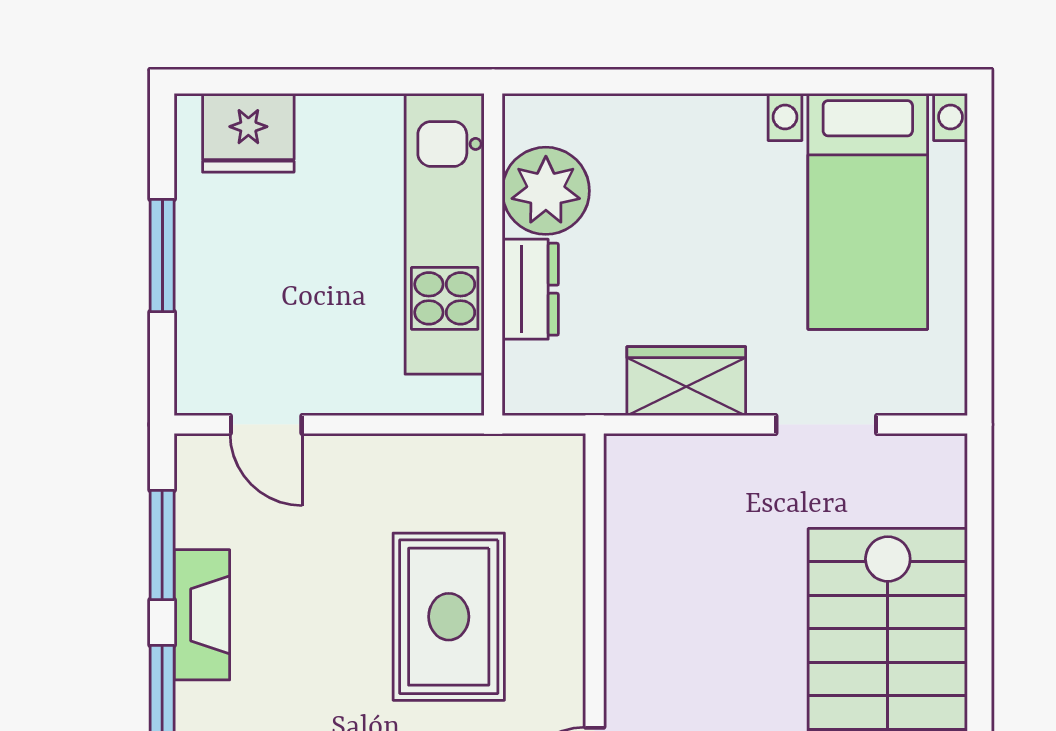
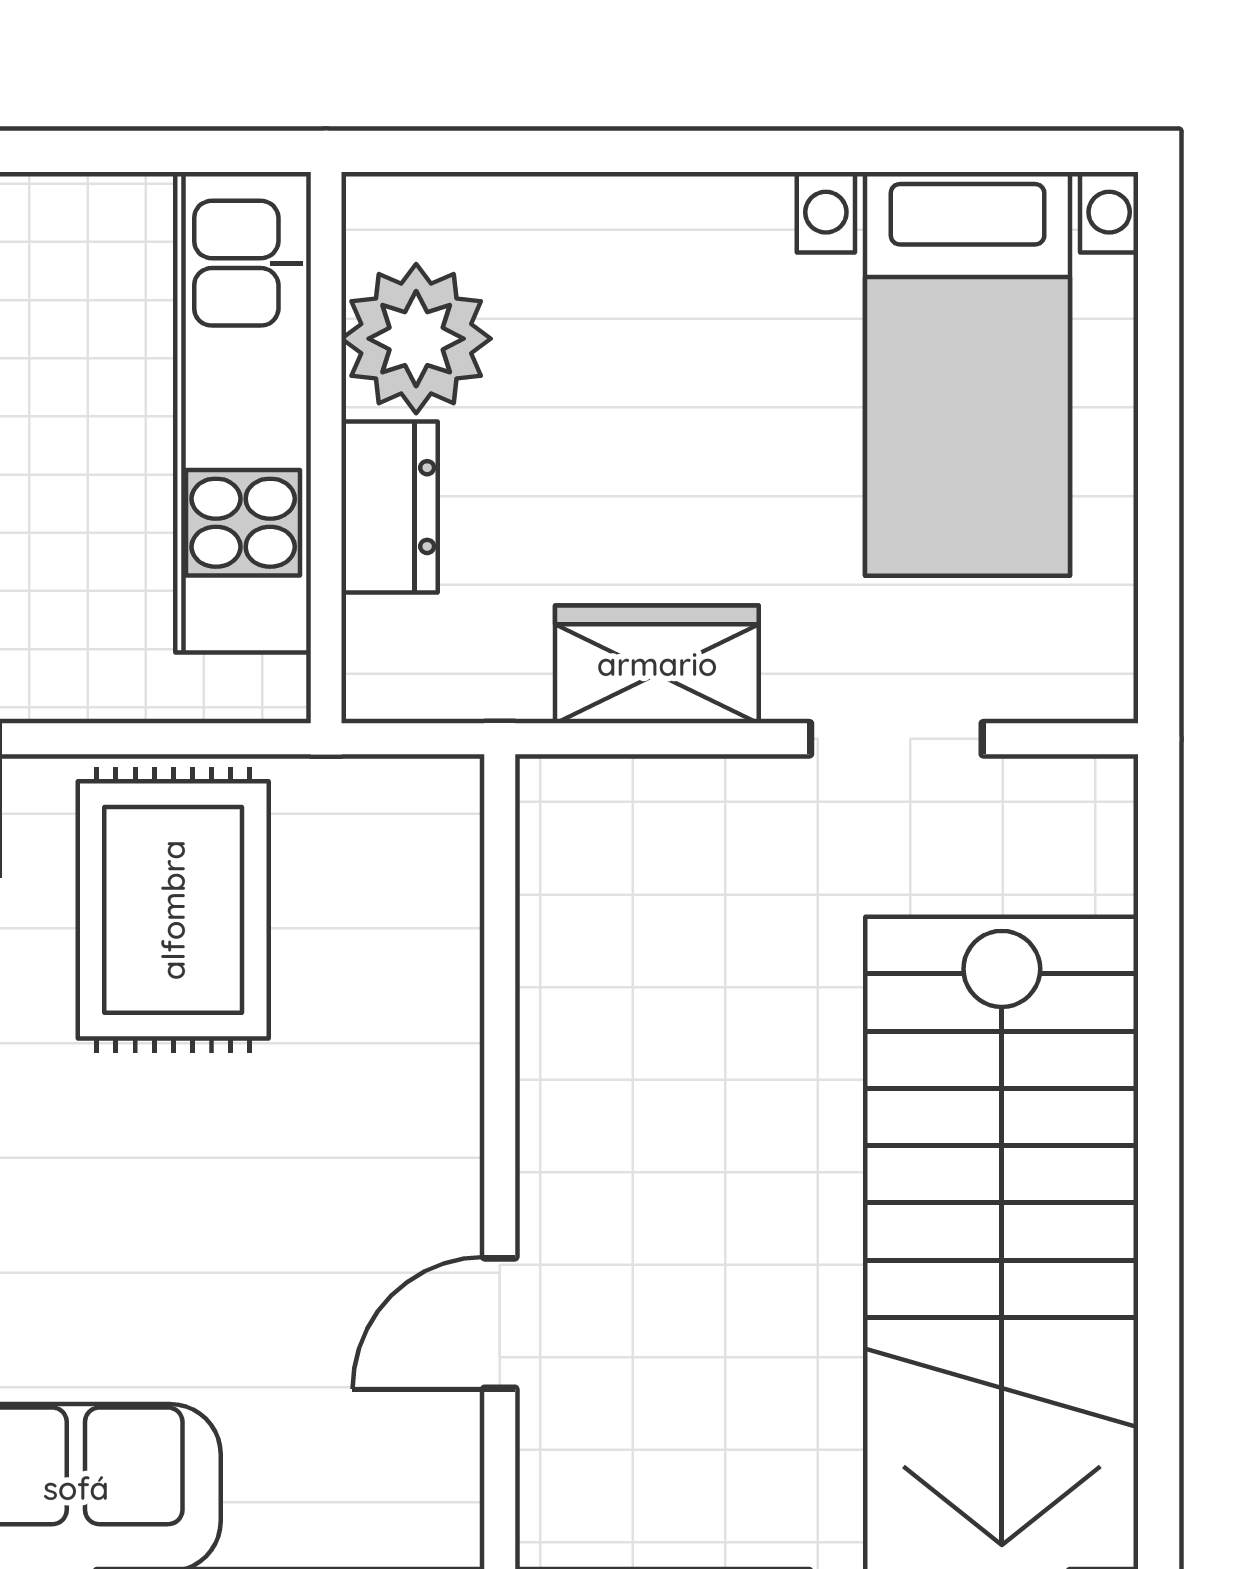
rug: (449, 617) -> (173, 910), moved

